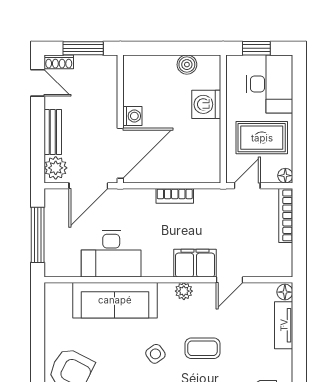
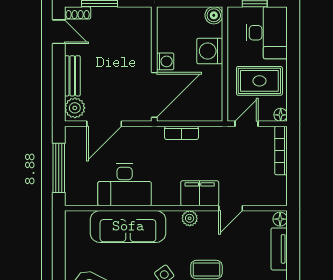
boiler: (187, 65) -> (214, 15), moved
washing machine: (132, 116) -> (165, 61), moved
wall: (120, 119) -> (154, 64), moved
door: (120, 153) -> (154, 95), moved

